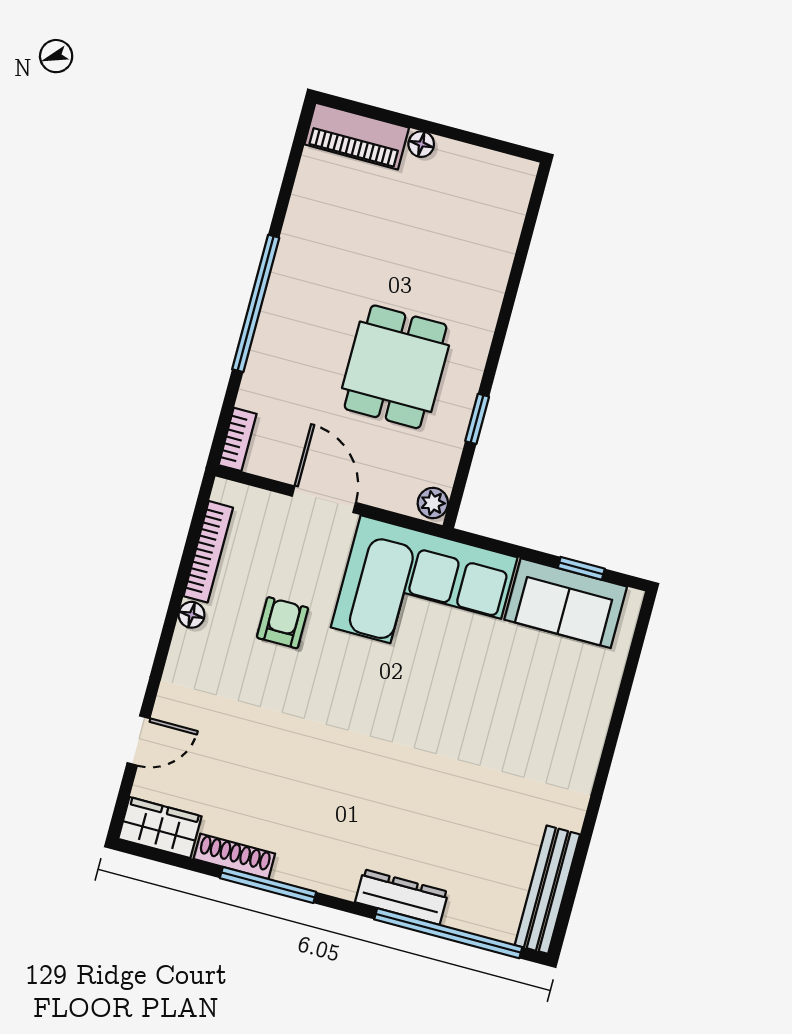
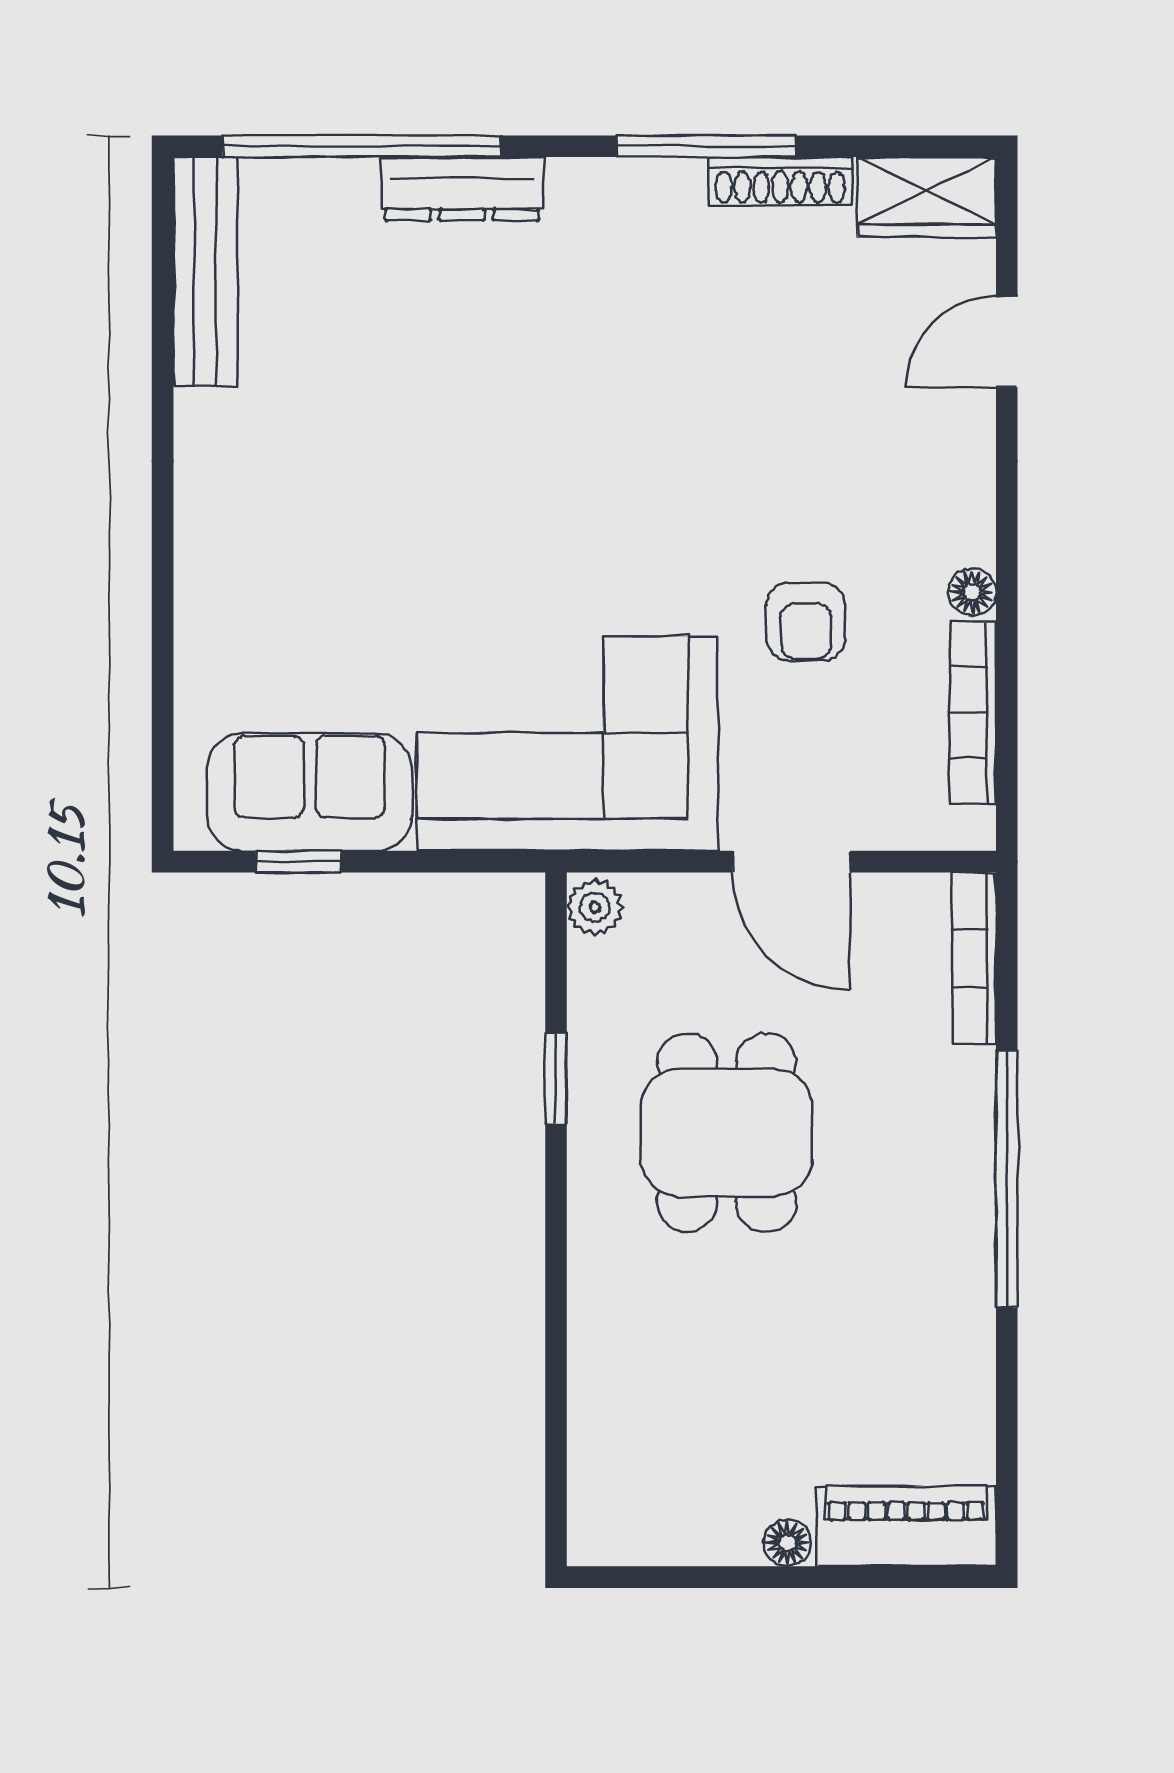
bookcase: (238, 439) -> (974, 958), width x1.56

